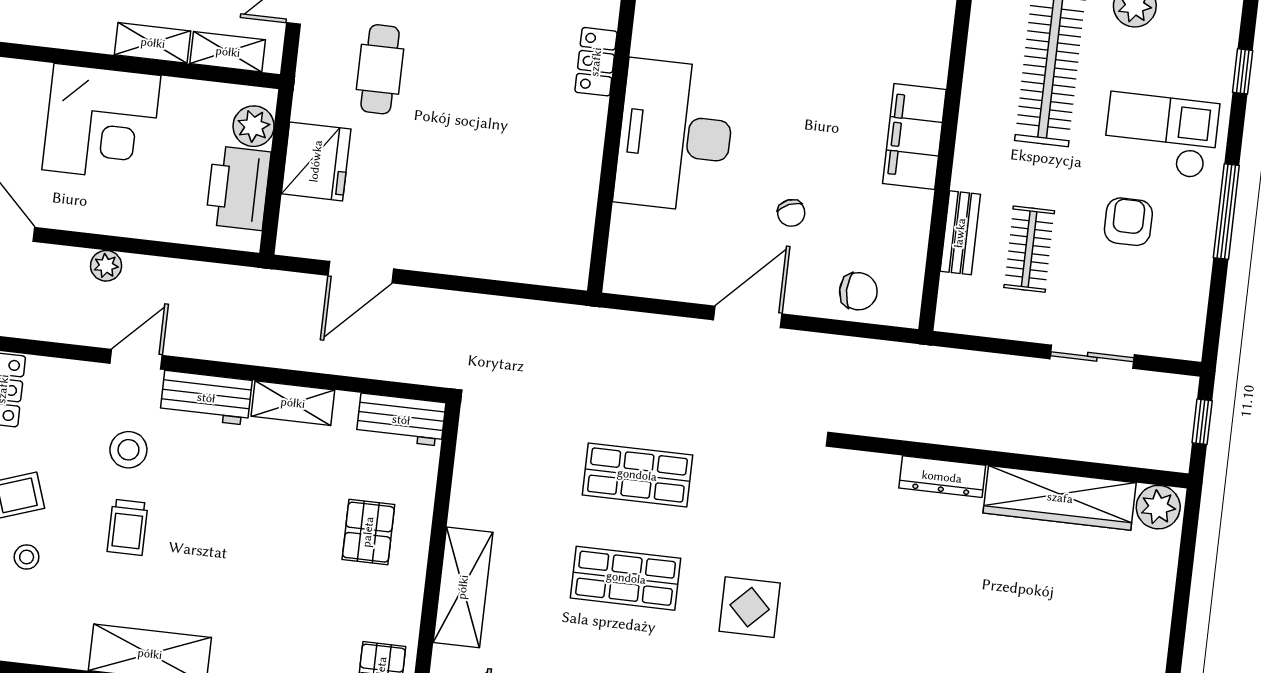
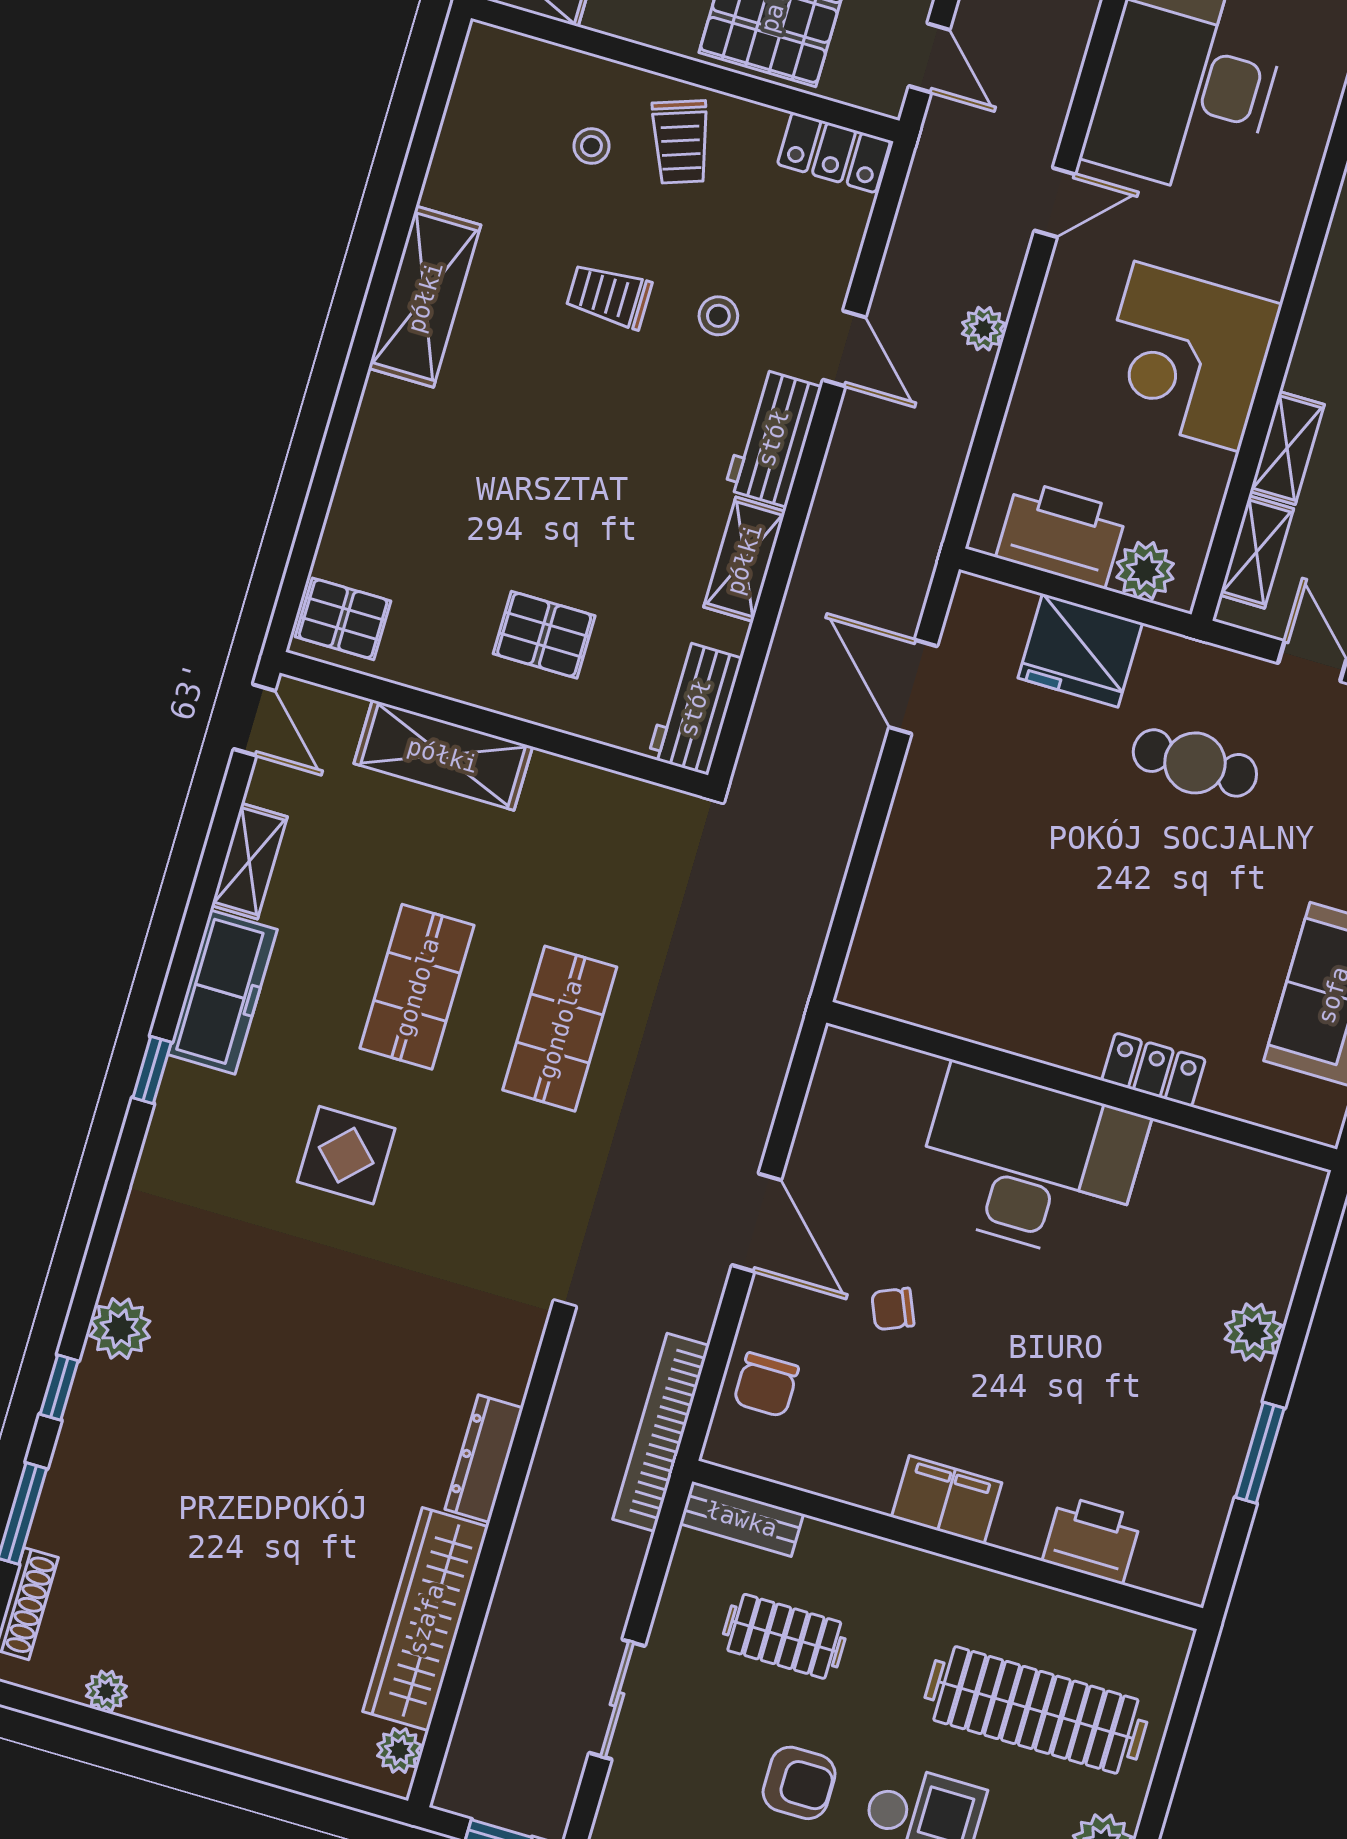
printer: (927, 49) -> (1092, 1540), added
filing cabinet: (914, 136) -> (947, 1500), width x0.67, depth x0.86
bench: (960, 233) -> (742, 1519), moved
bookcase: (903, 358) -> (661, 1432), added
stool: (128, 450) -> (718, 316), width x0.73, depth x0.73
plant: (1158, 507) -> (399, 1750), width x0.73, depth x0.73

